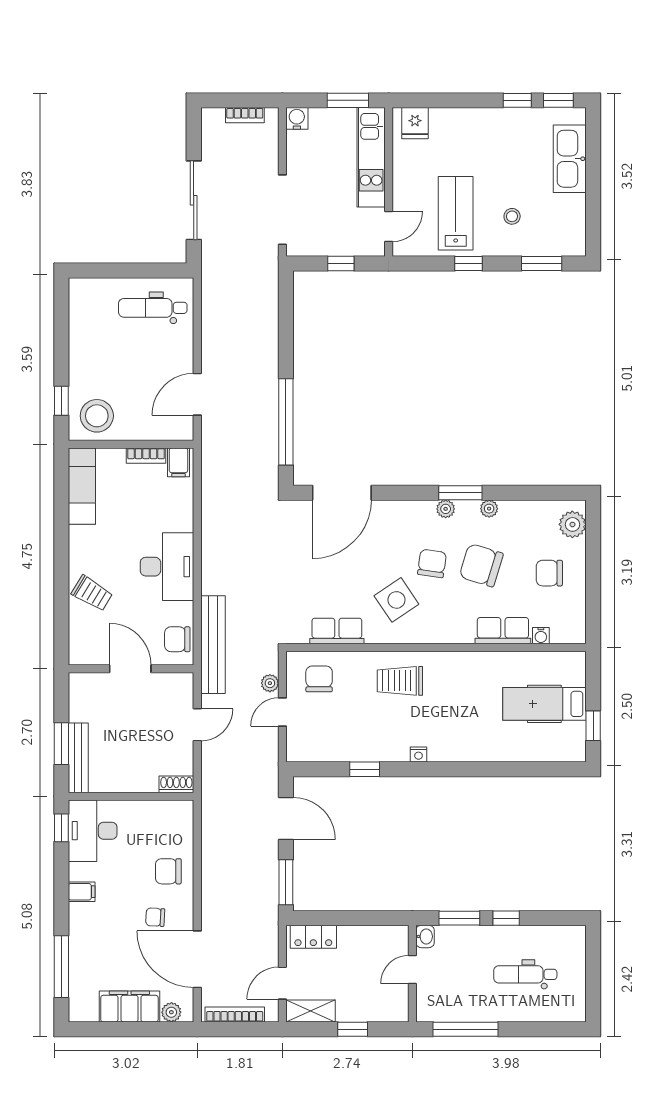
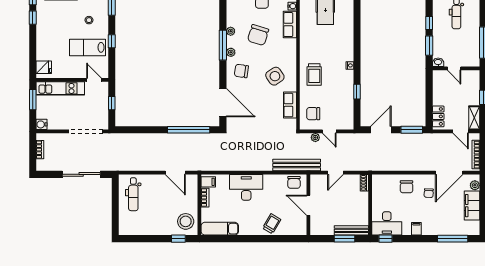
window: (460, 493) -> (223, 45), width x1.44
chair: (432, 563) -> (241, 71), moved
desk: (167, 567) -> (246, 187), moved
door: (130, 669) -> (308, 205), hinge flipped
door: (197, 725) -> (335, 173), swing flipped

